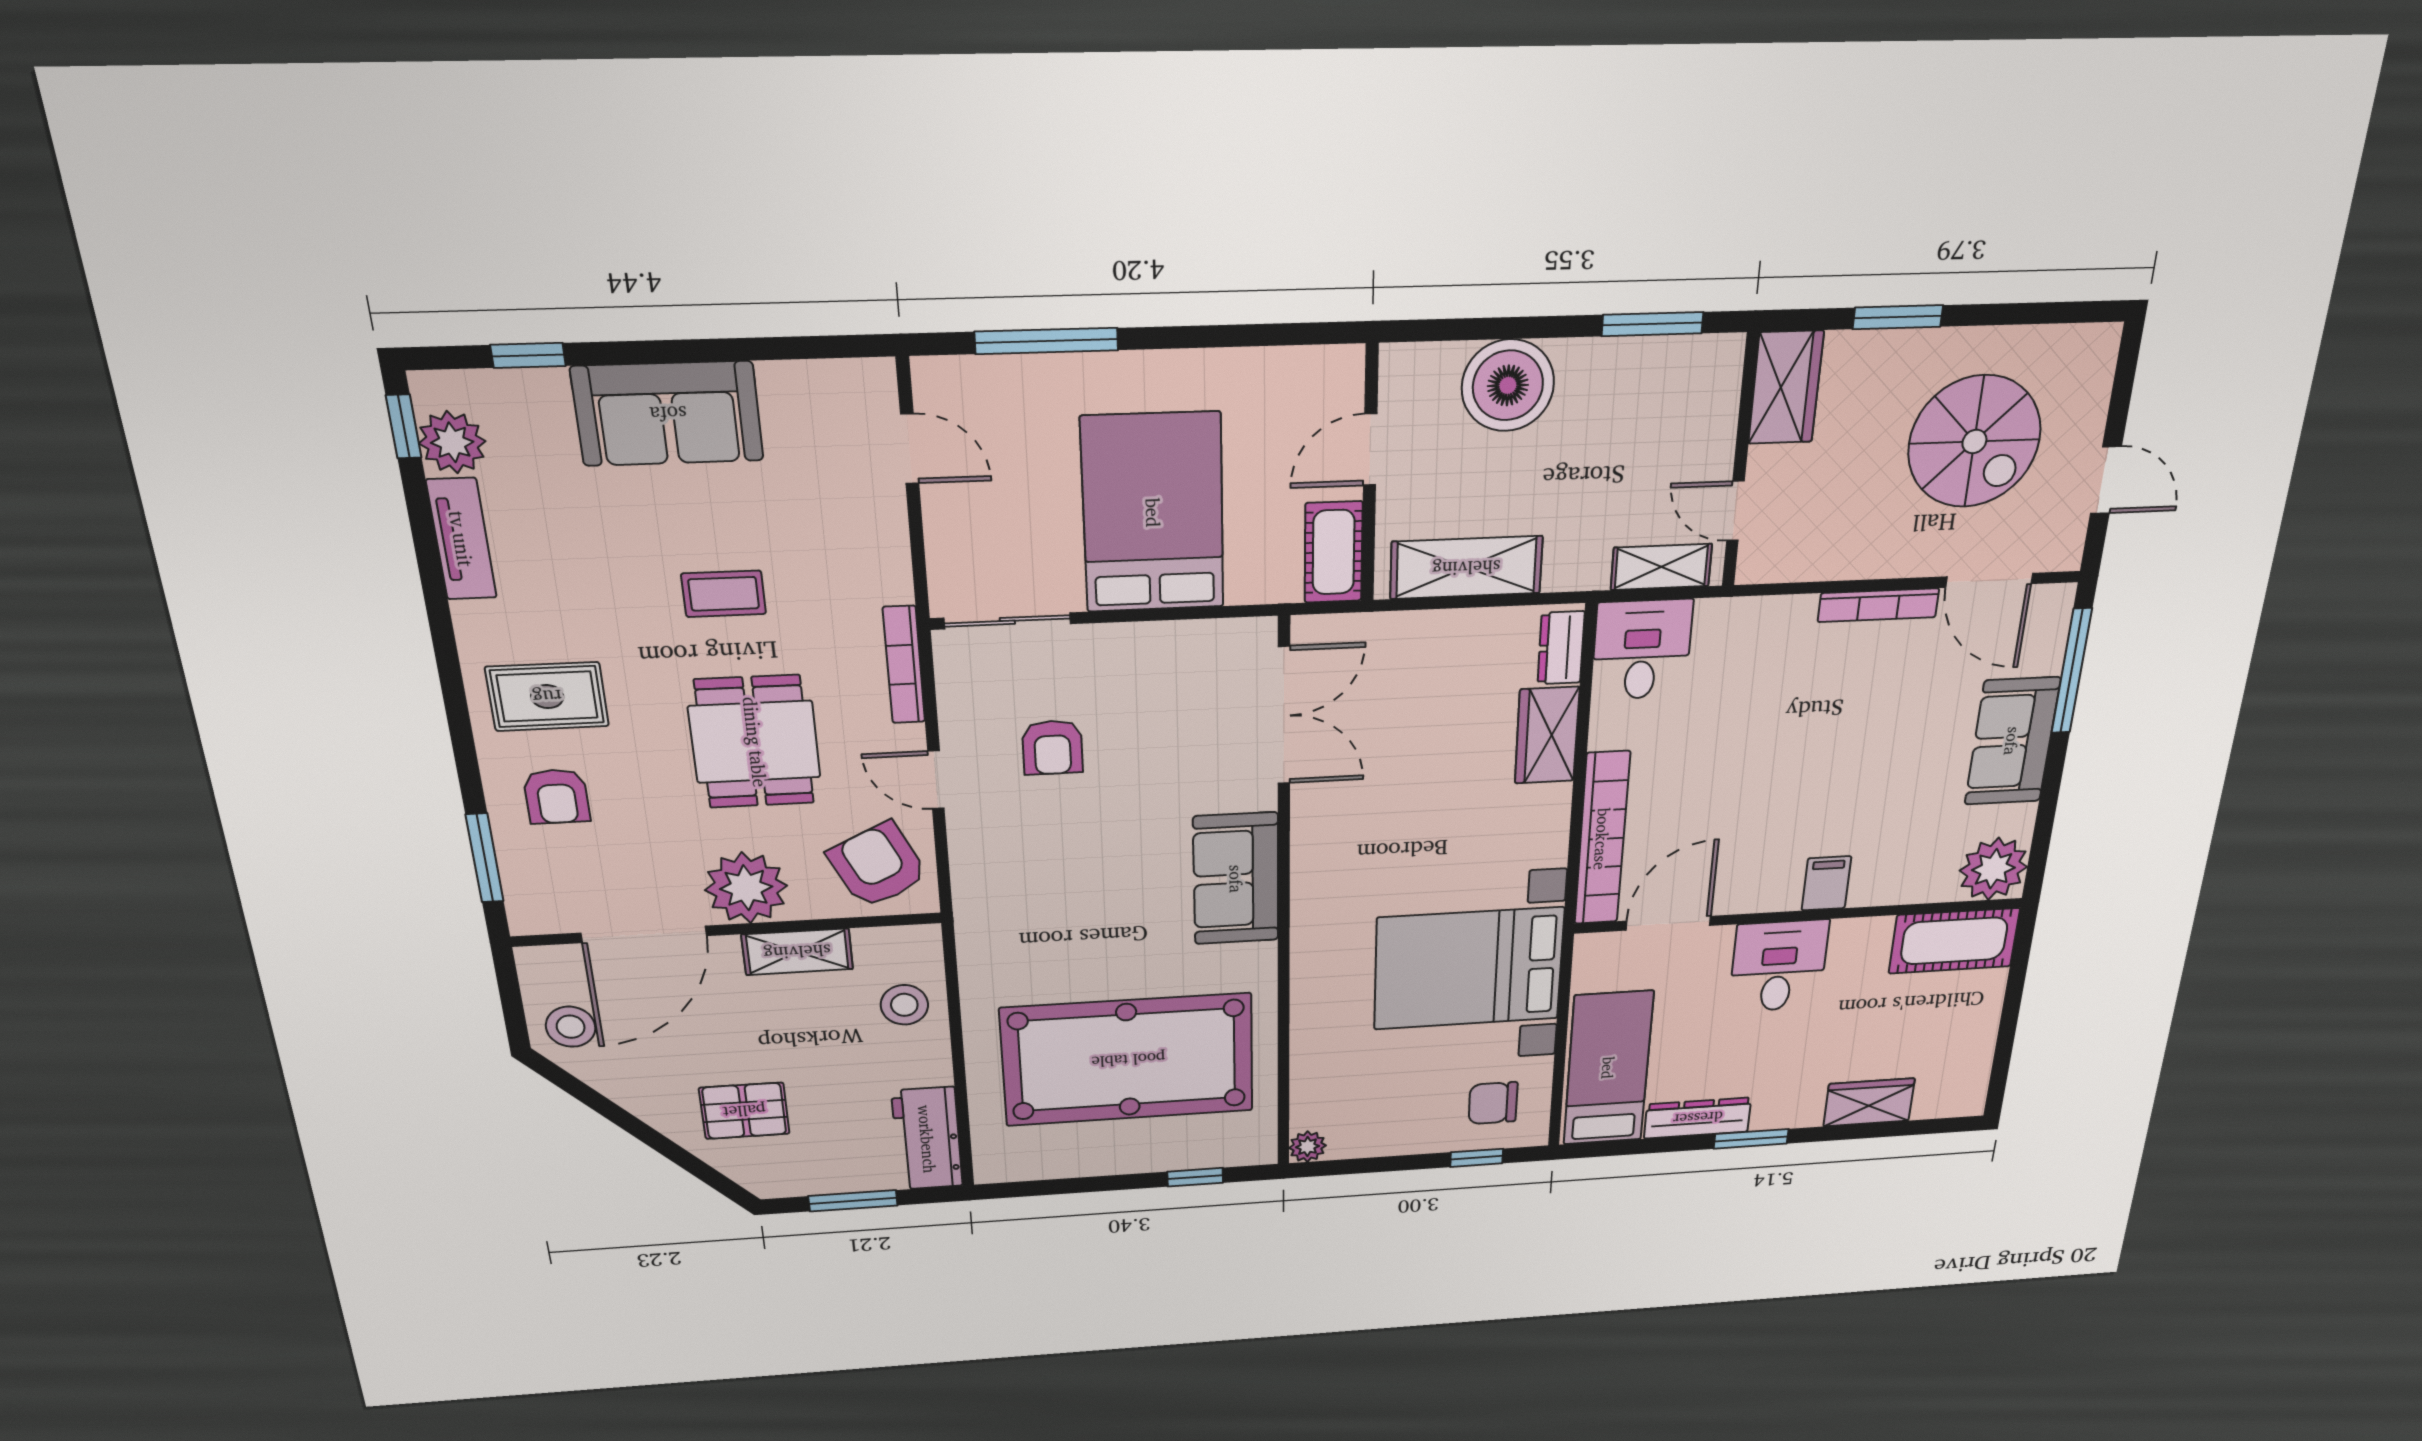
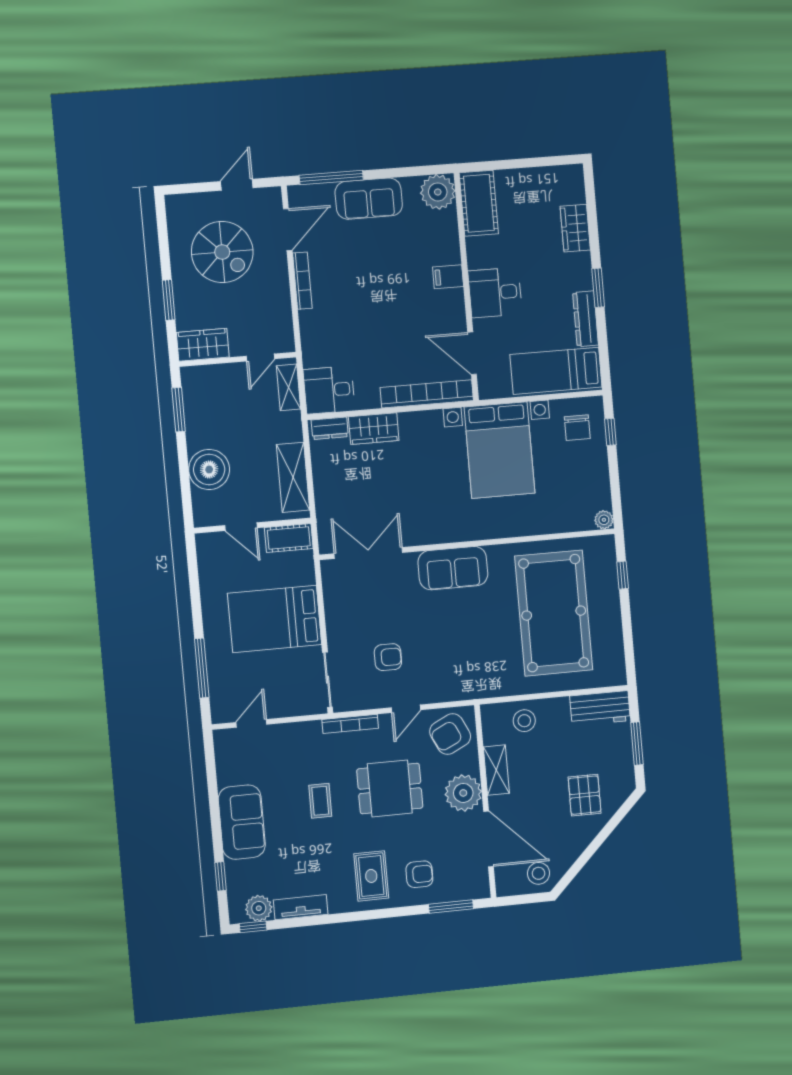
spiral stairs: (1974, 441) -> (222, 252), turned 90

